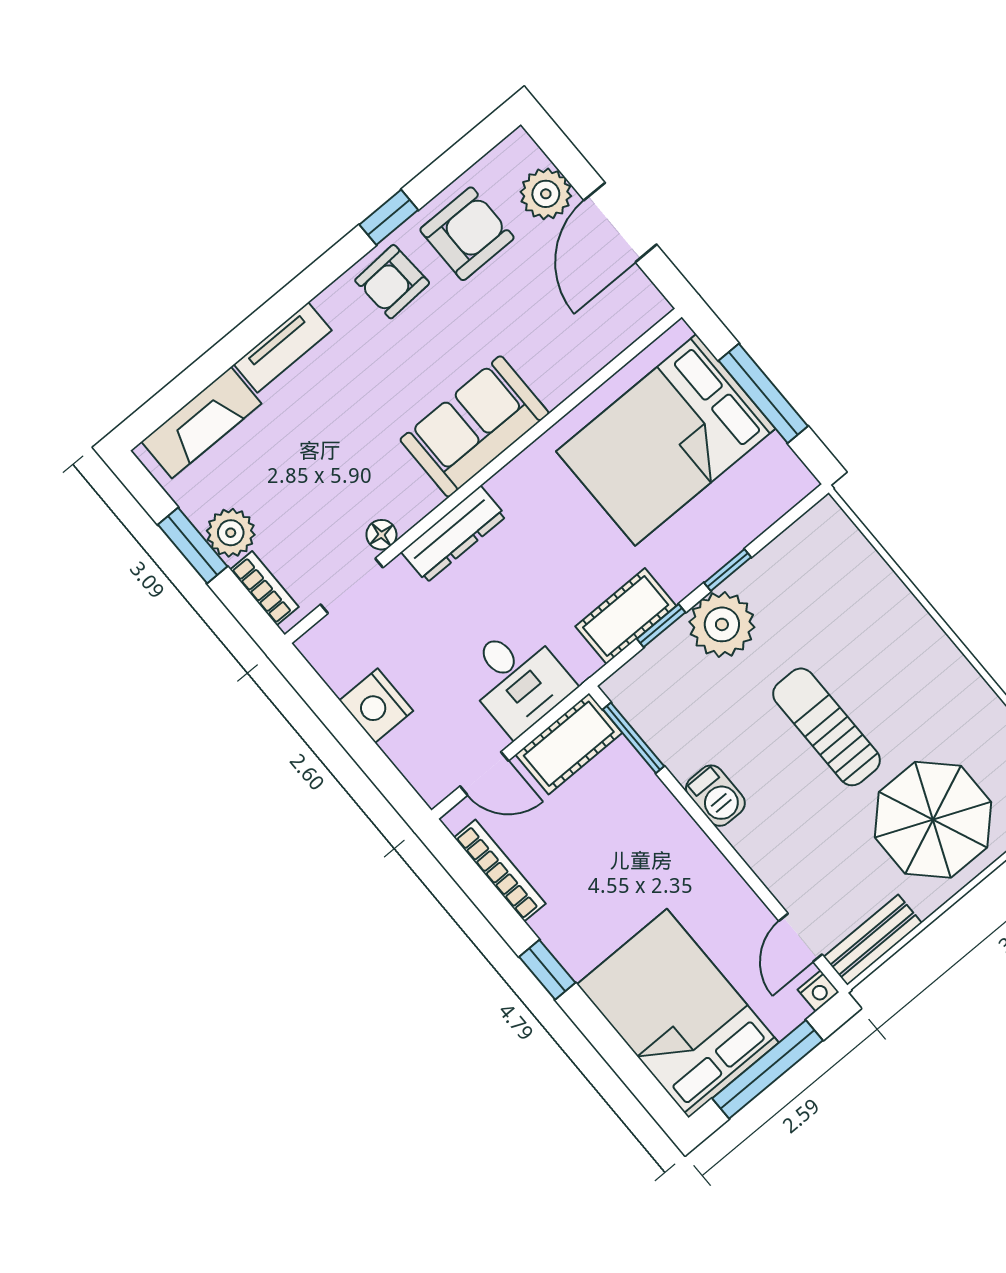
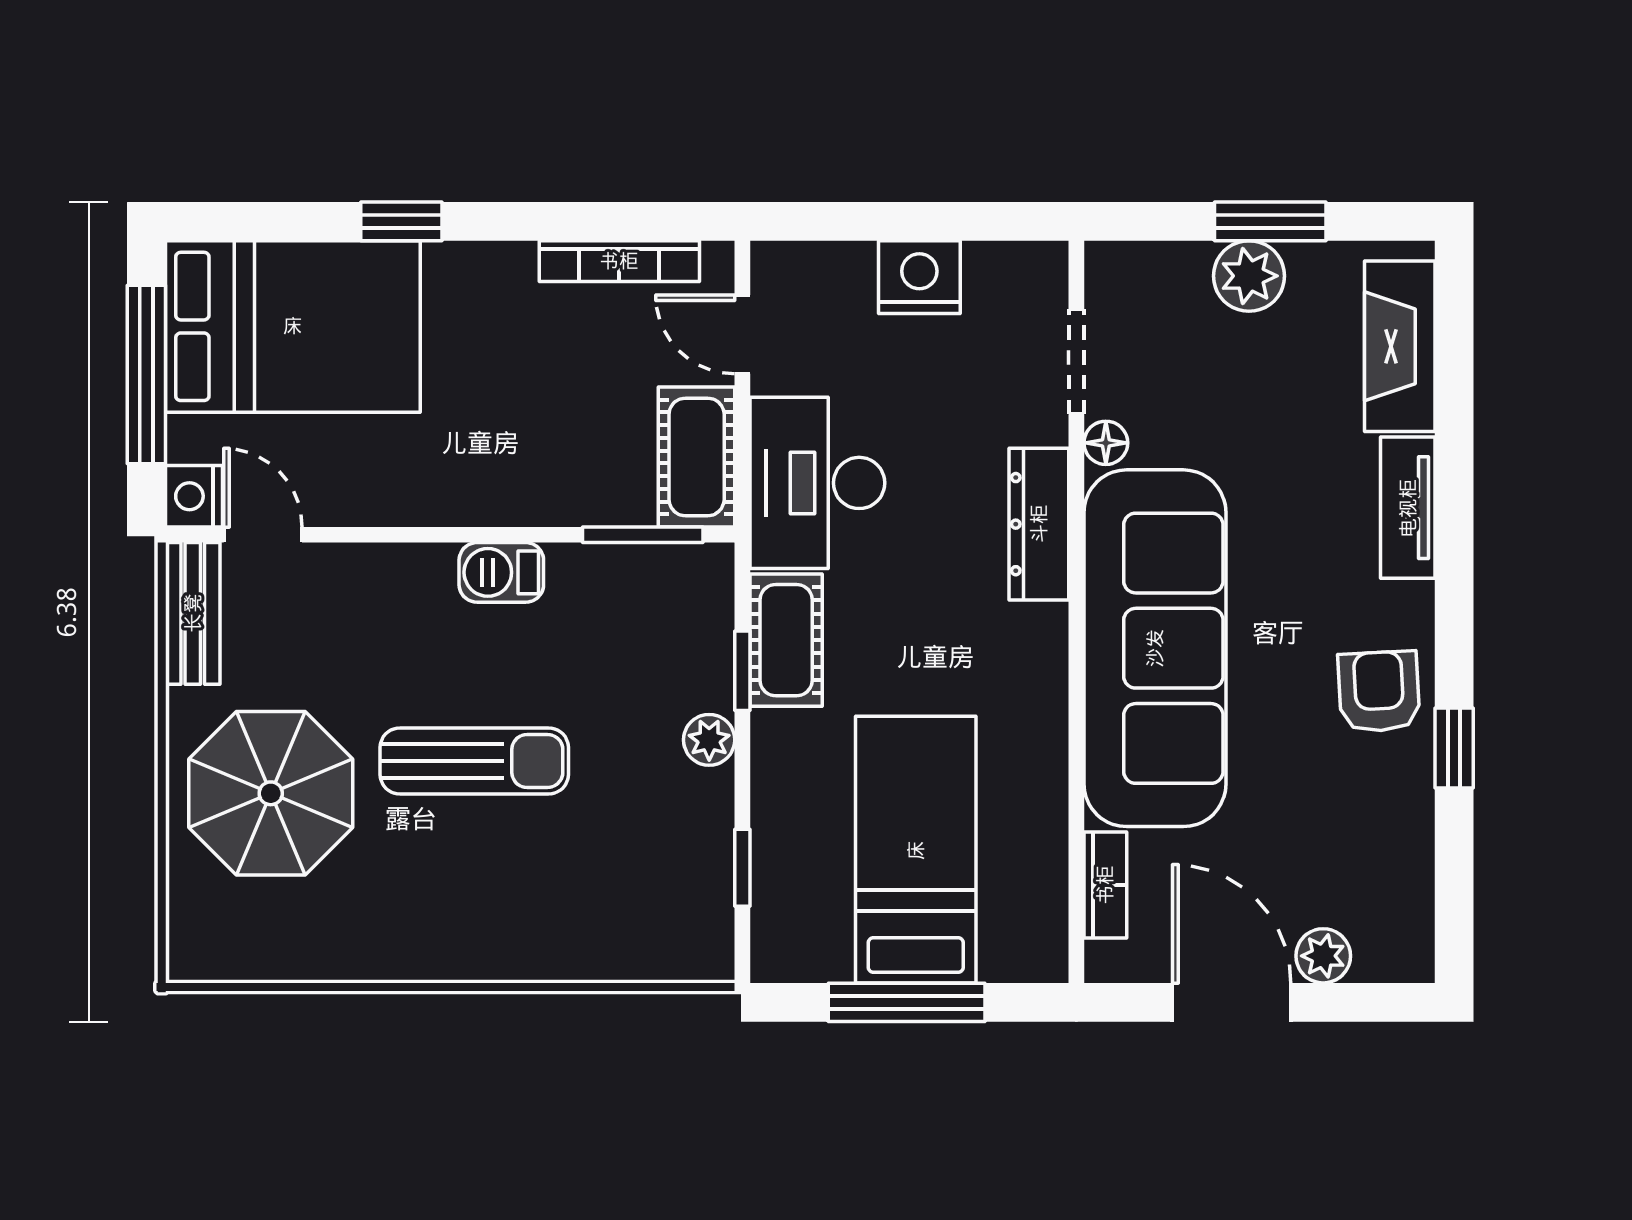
plant: (546, 194) -> (1323, 956), width x0.73, depth x0.73
armchair: (467, 234) -> (1363, 820), removed
sofa: (474, 426) -> (1155, 648), width x1.85, depth x1.27
bed: (666, 440) -> (916, 850), width x0.67
window: (728, 570) -> (742, 868), moved
bookcase: (264, 588) -> (1105, 885), moved, turned -90
plant: (722, 624) -> (709, 740), width x0.53, depth x0.53
desk: (517, 679) -> (817, 483), width x1.37
door: (484, 774) -> (742, 334), hinge flipped
window: (547, 970) -> (401, 221), moved
nightstand: (818, 991) -> (194, 496), width x1.39, depth x1.35

